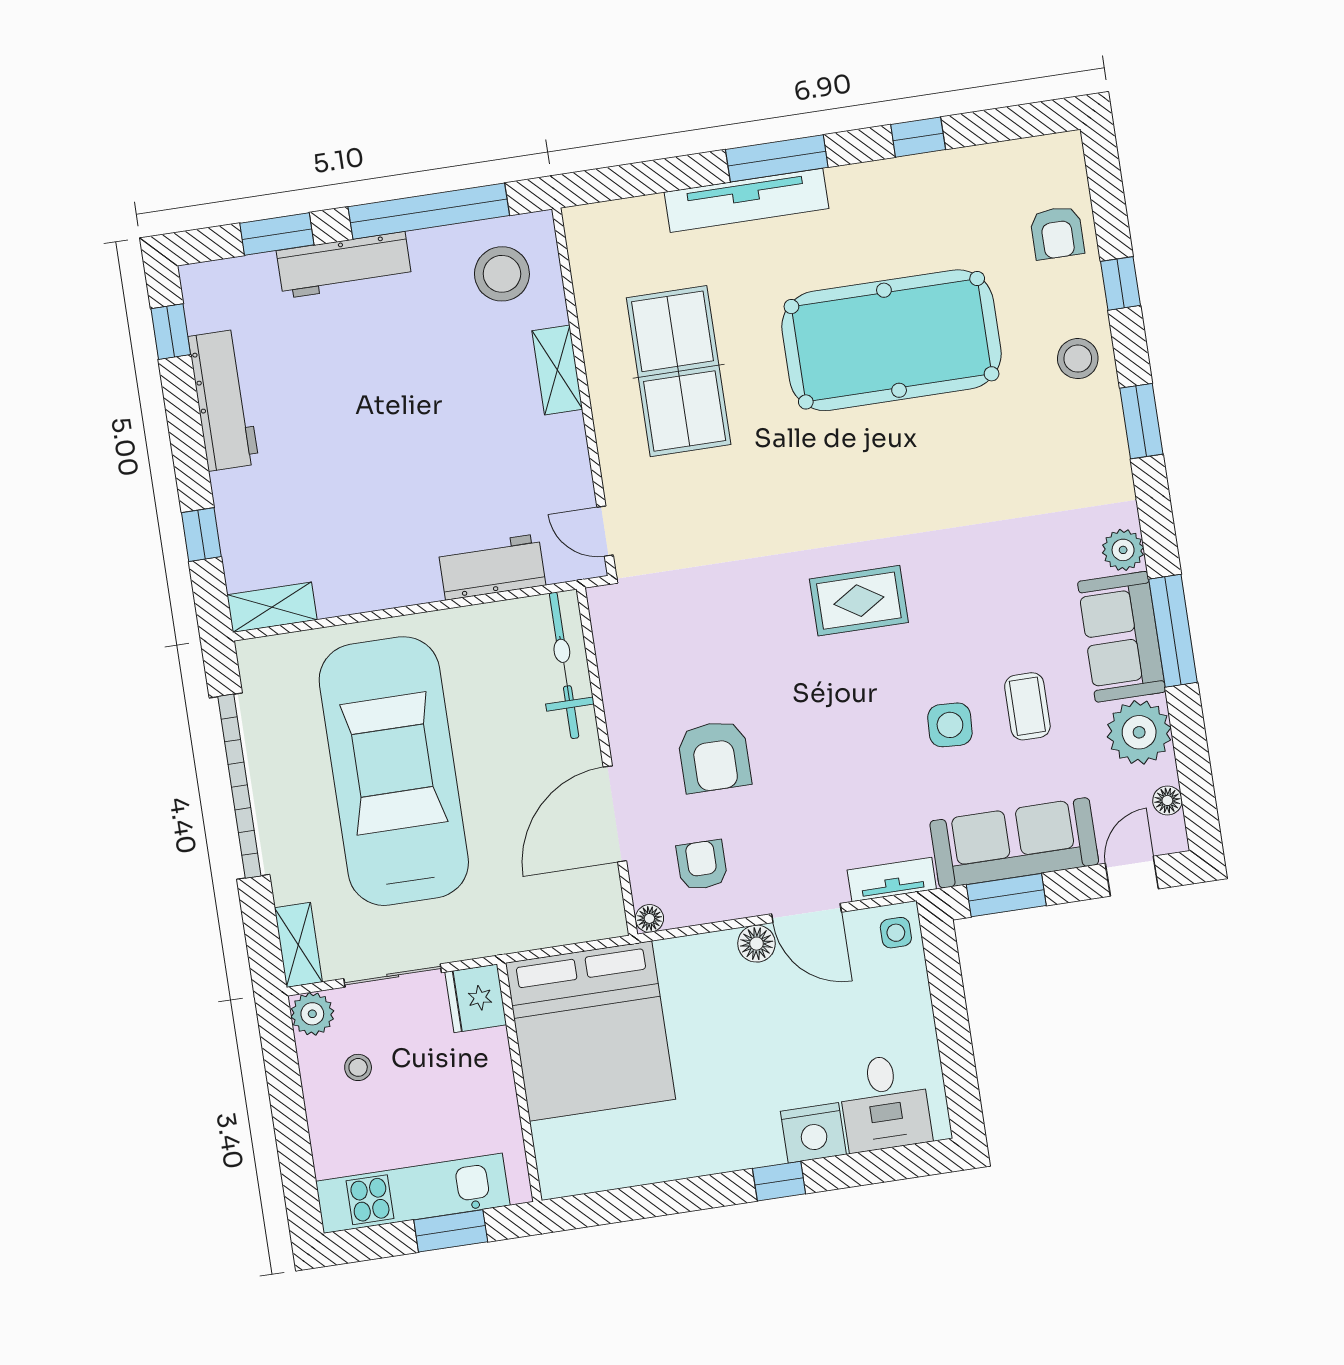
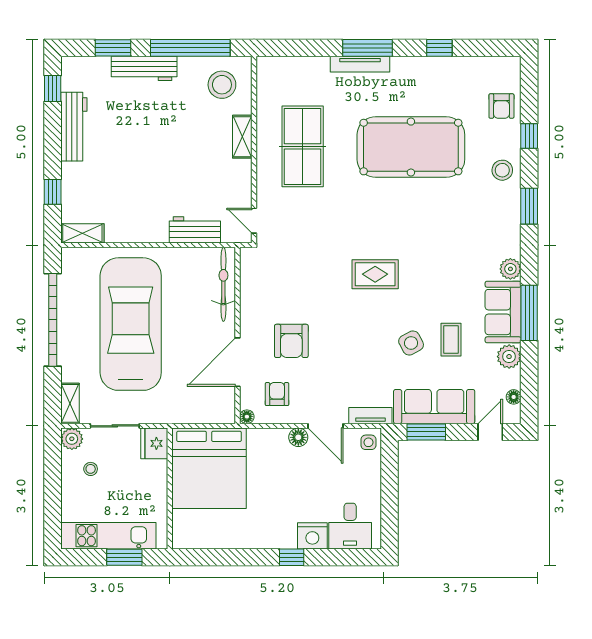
tv unit: (746, 200) -> (360, 64), width x0.73, depth x0.78
side table: (950, 725) -> (411, 343), turned -31
plant: (1139, 732) -> (509, 357), width x0.73, depth x0.73

